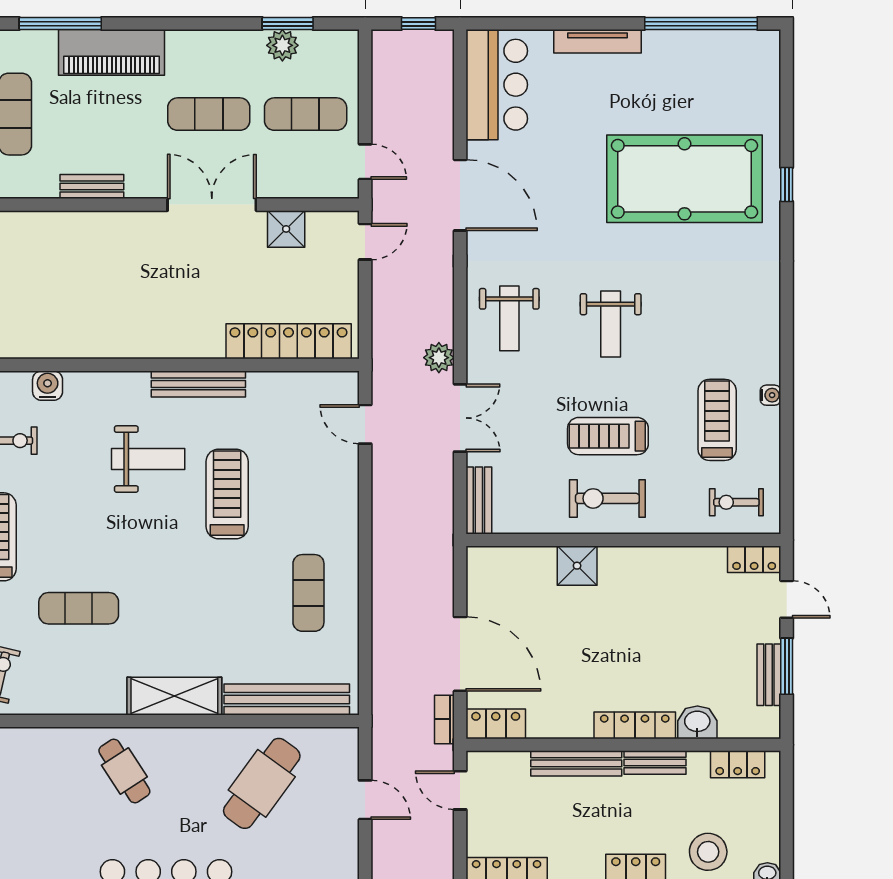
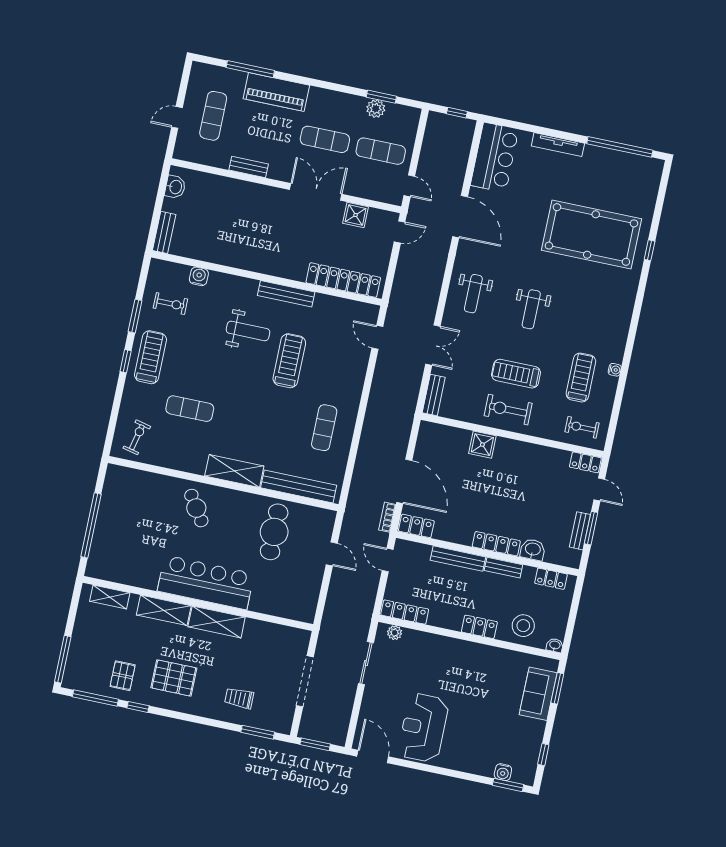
plant: (439, 358) -> (428, 308), removed
cafe table: (262, 783) -> (274, 532), turned -36

